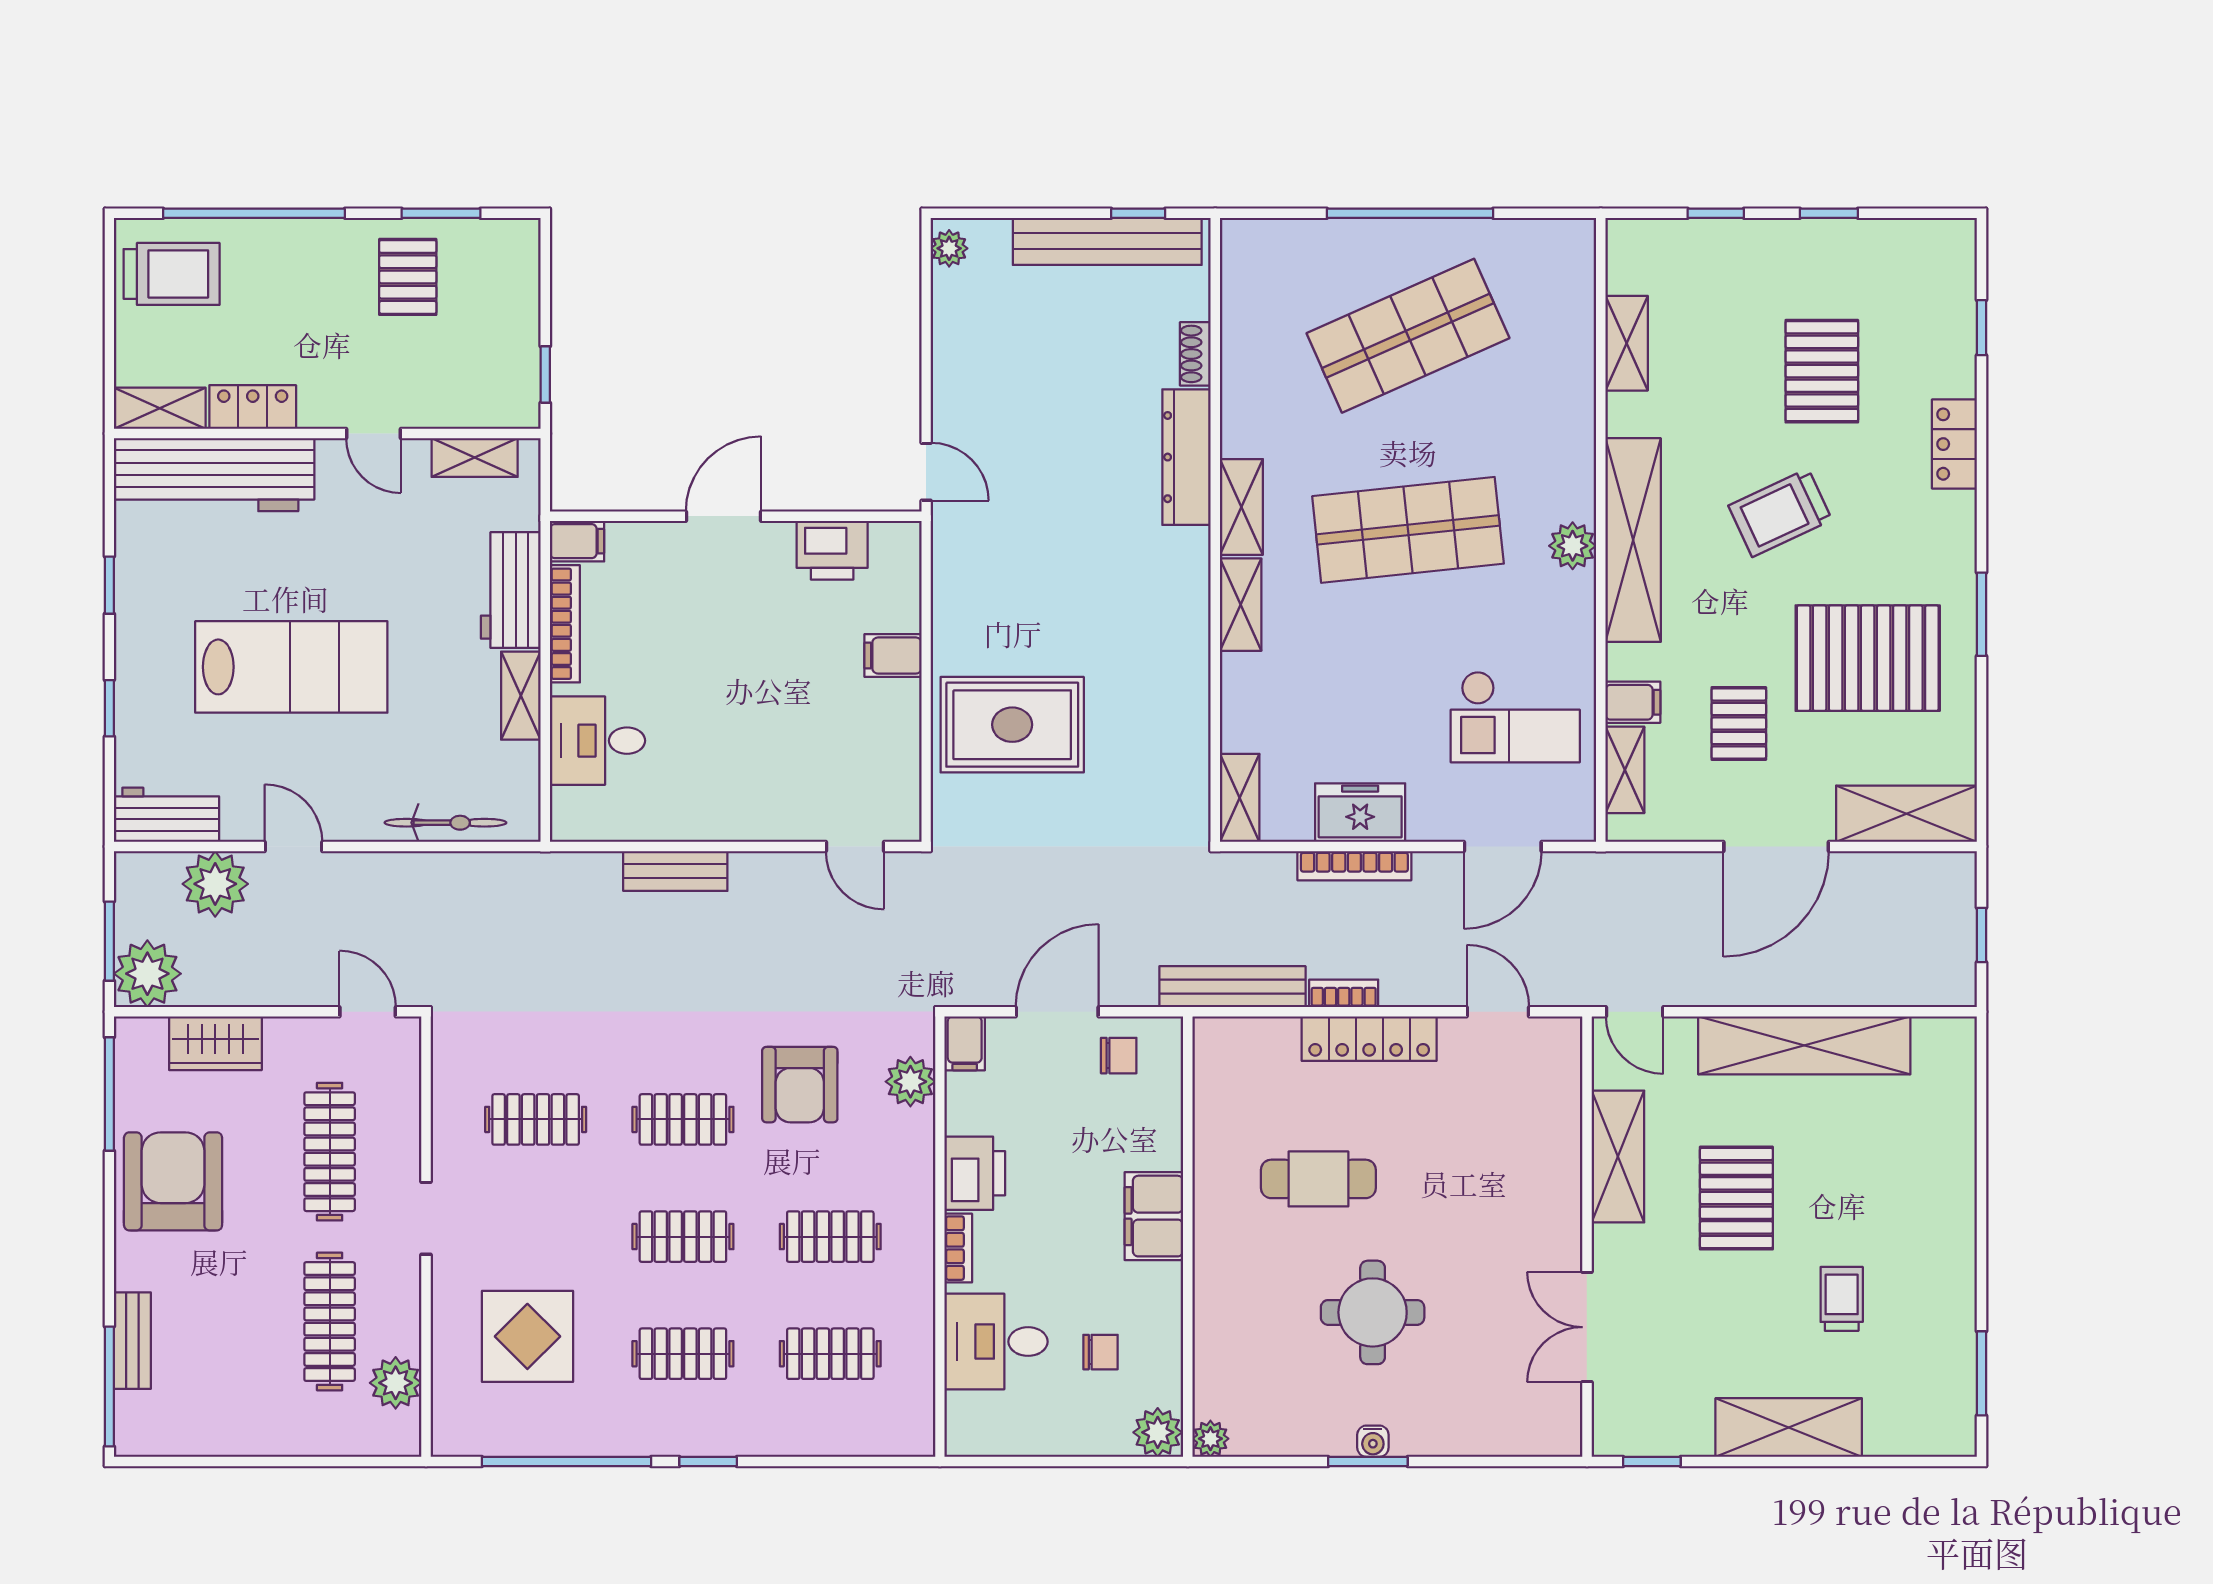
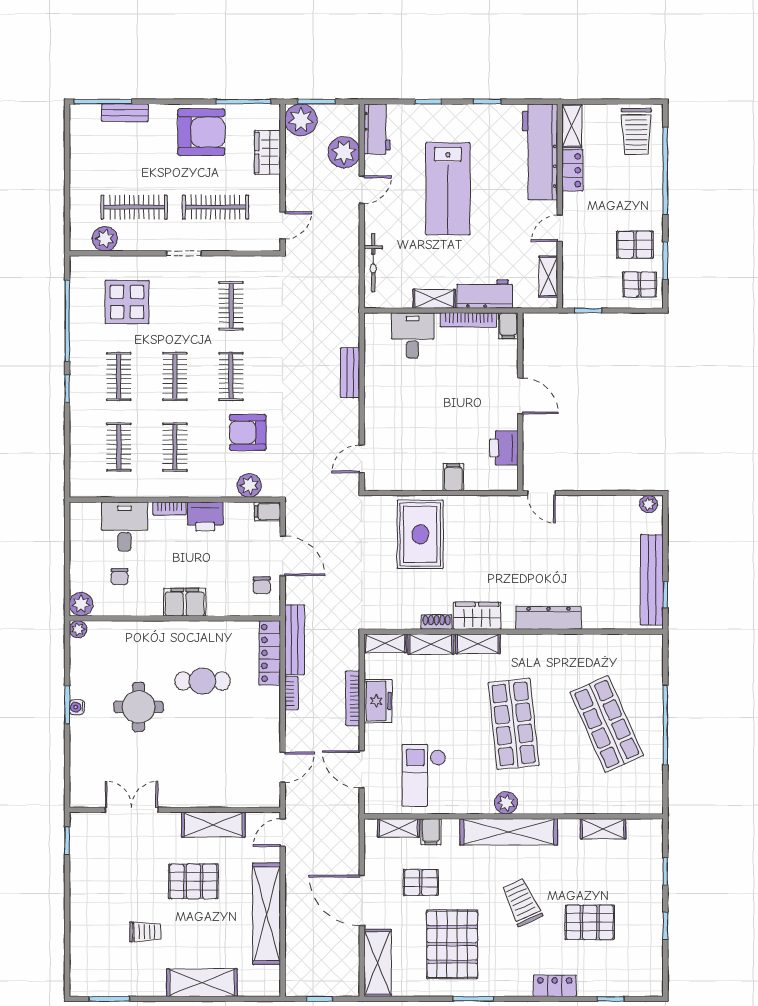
pallet: (491, 267) -> (640, 284), added
shoe rack: (1195, 354) -> (437, 622), moved
door: (926, 472) -> (541, 493), hinge flipped
shelving: (1241, 507) -> (431, 644), moved
wardrobe: (1182, 606) -> (477, 616), added
locker: (1369, 1039) -> (270, 653), moved
cafe table: (1318, 1179) -> (203, 681), turned 90
shelving: (1789, 1428) -> (202, 983), moved, turned 90

